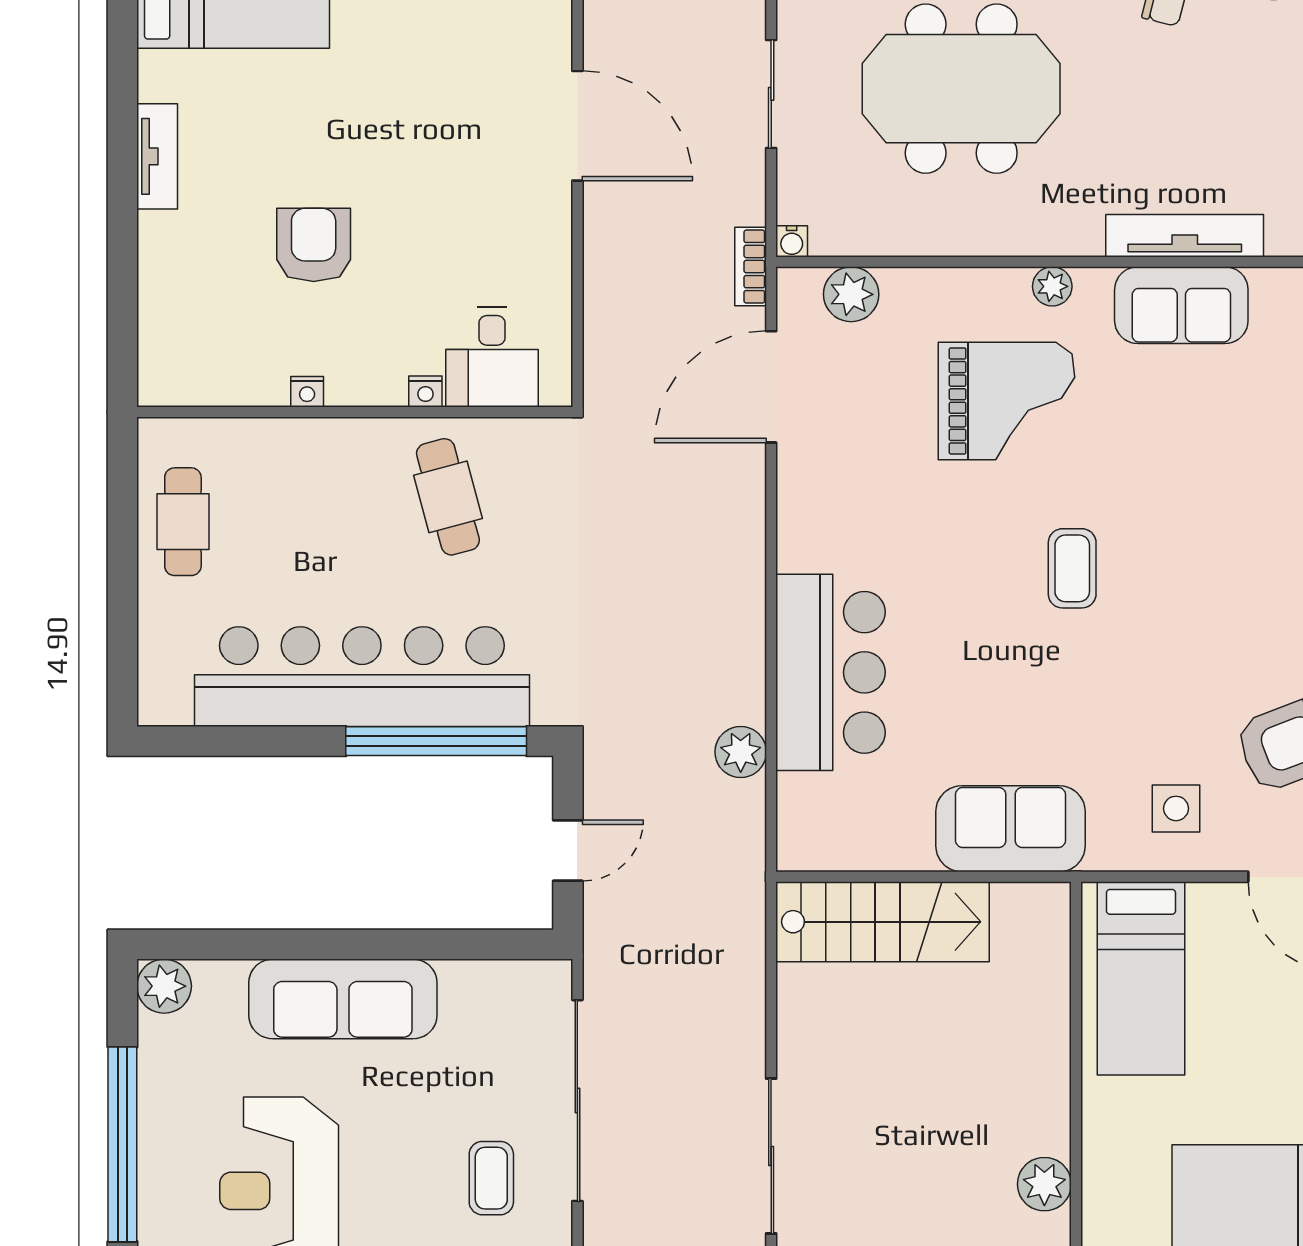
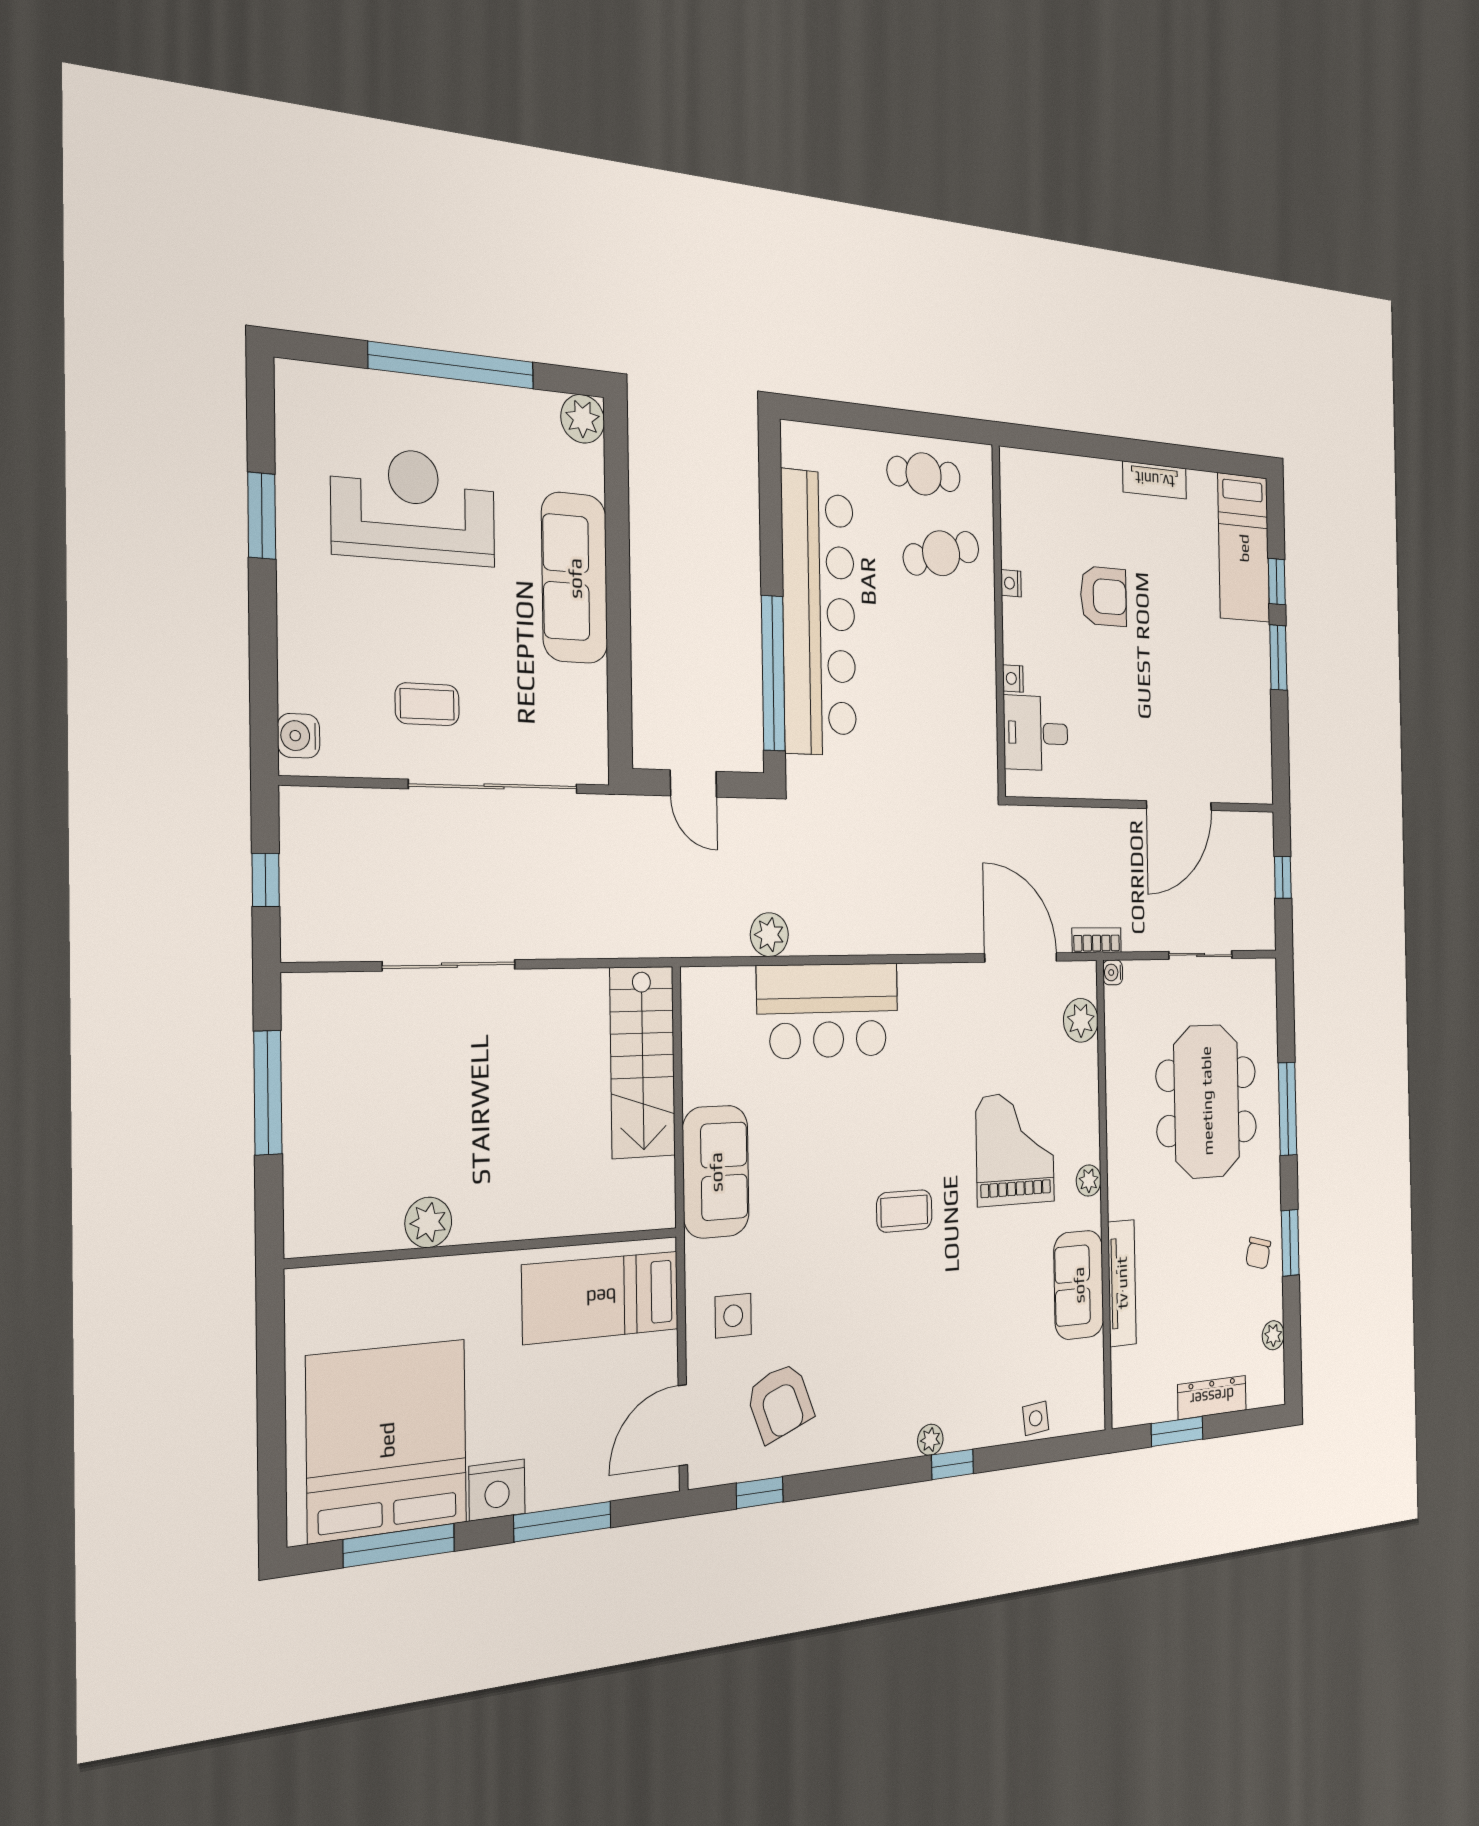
grand piano: (1007, 401) -> (1015, 1149), turned 180
cafe table: (448, 497) -> (941, 553), moved

